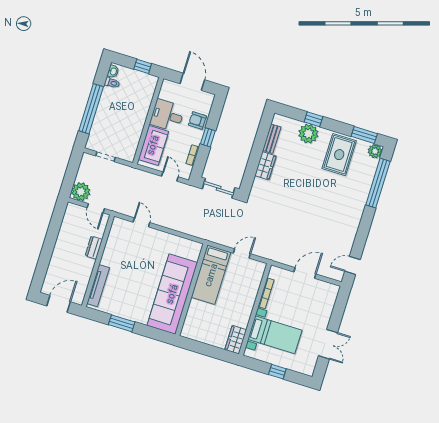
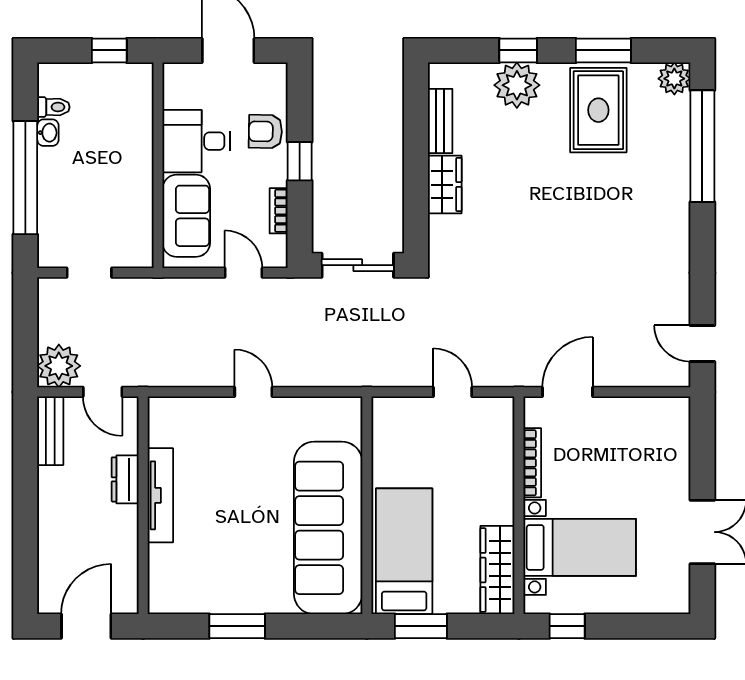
washbasin: (113, 71) -> (48, 133), moved
window: (364, 135) -> (603, 50), moved
bench: (69, 218) -> (50, 431), added
door: (141, 222) -> (253, 392), moved
door: (242, 253) -> (453, 392), hinge flipped
door: (352, 265) -> (702, 343), hinge flipped
door: (305, 273) -> (568, 392), moved
bed: (211, 275) -> (404, 551), moved, turned 180
tv unit: (98, 286) -> (160, 495), moved
wardrobe: (236, 340) -> (497, 570), width x1.50
window: (198, 347) -> (421, 626), added
window: (277, 372) -> (567, 626), moved

